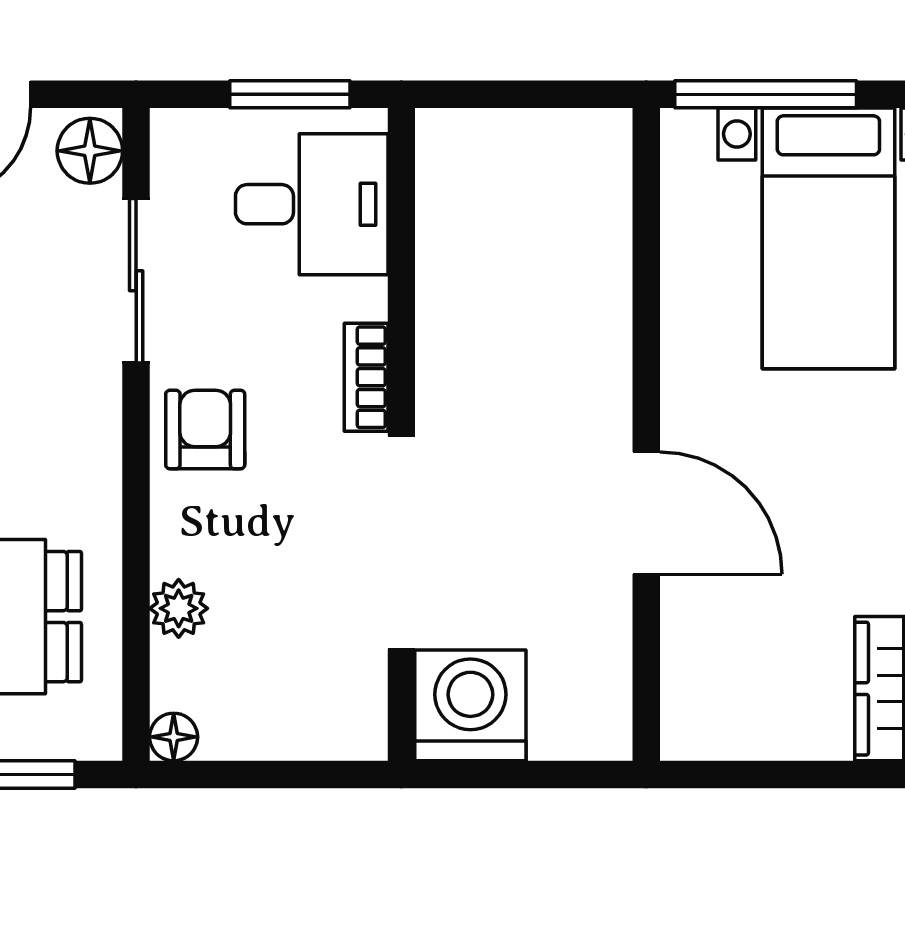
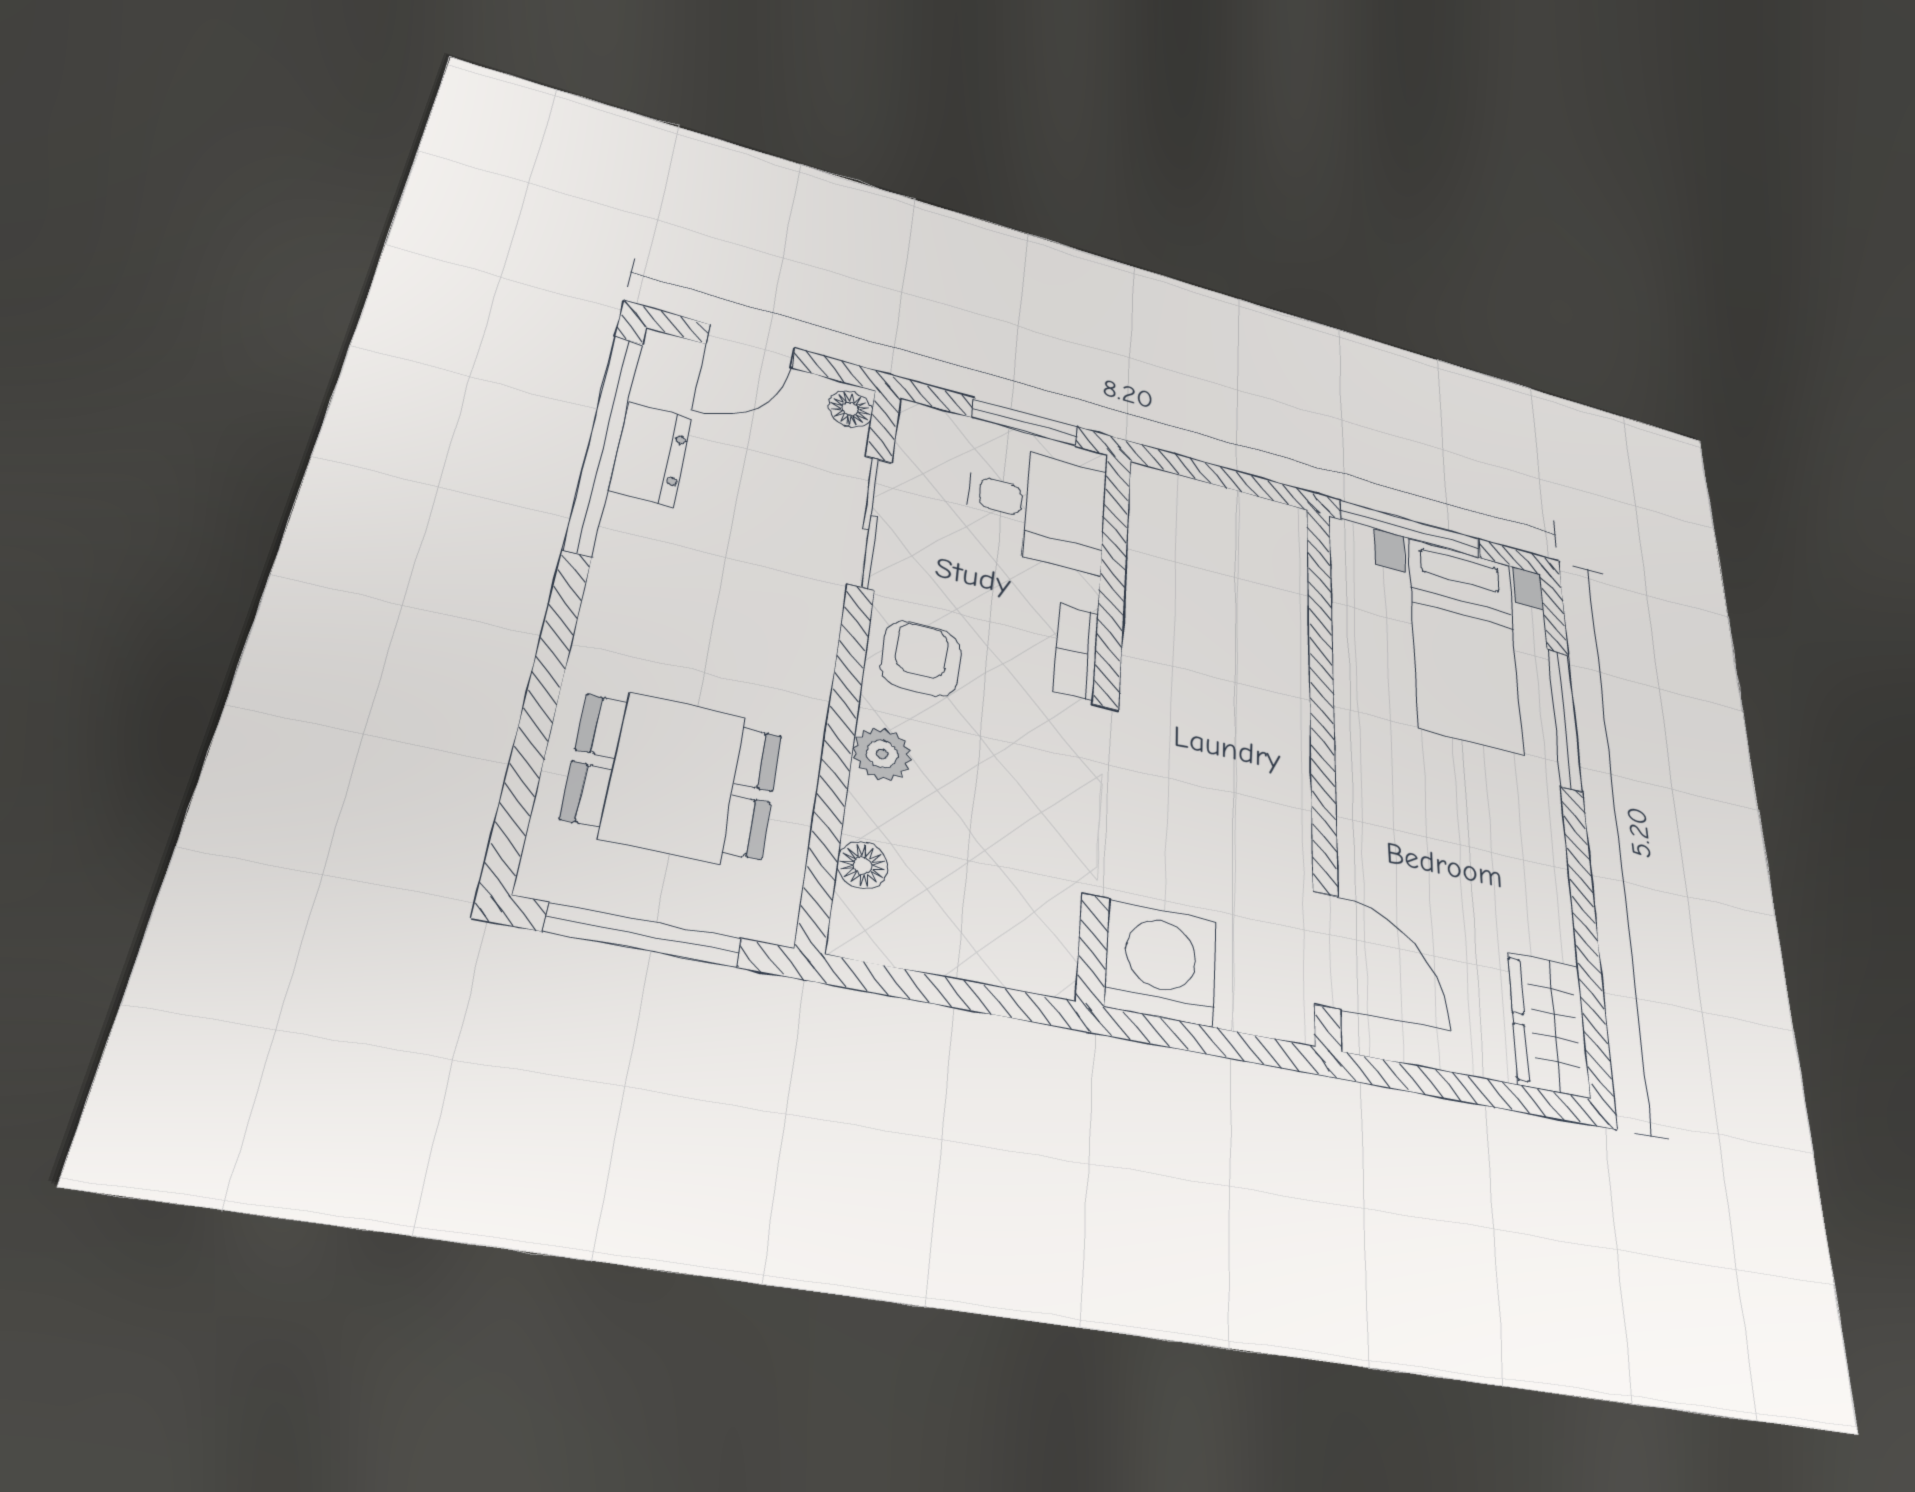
floor lamp: (90, 151) -> (850, 409), width x0.73, depth x0.73
door: (646, 513) -> (1327, 950), moved
plant: (179, 608) -> (882, 754), moved
floor lamp: (174, 737) -> (863, 865), moved

